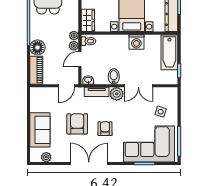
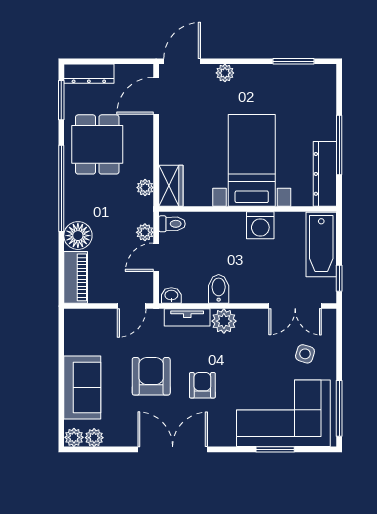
plant: (74, 36) -> (145, 188), moved
double door: (138, 86) -> (295, 306), moved
plant: (35, 157) -> (74, 437), added

